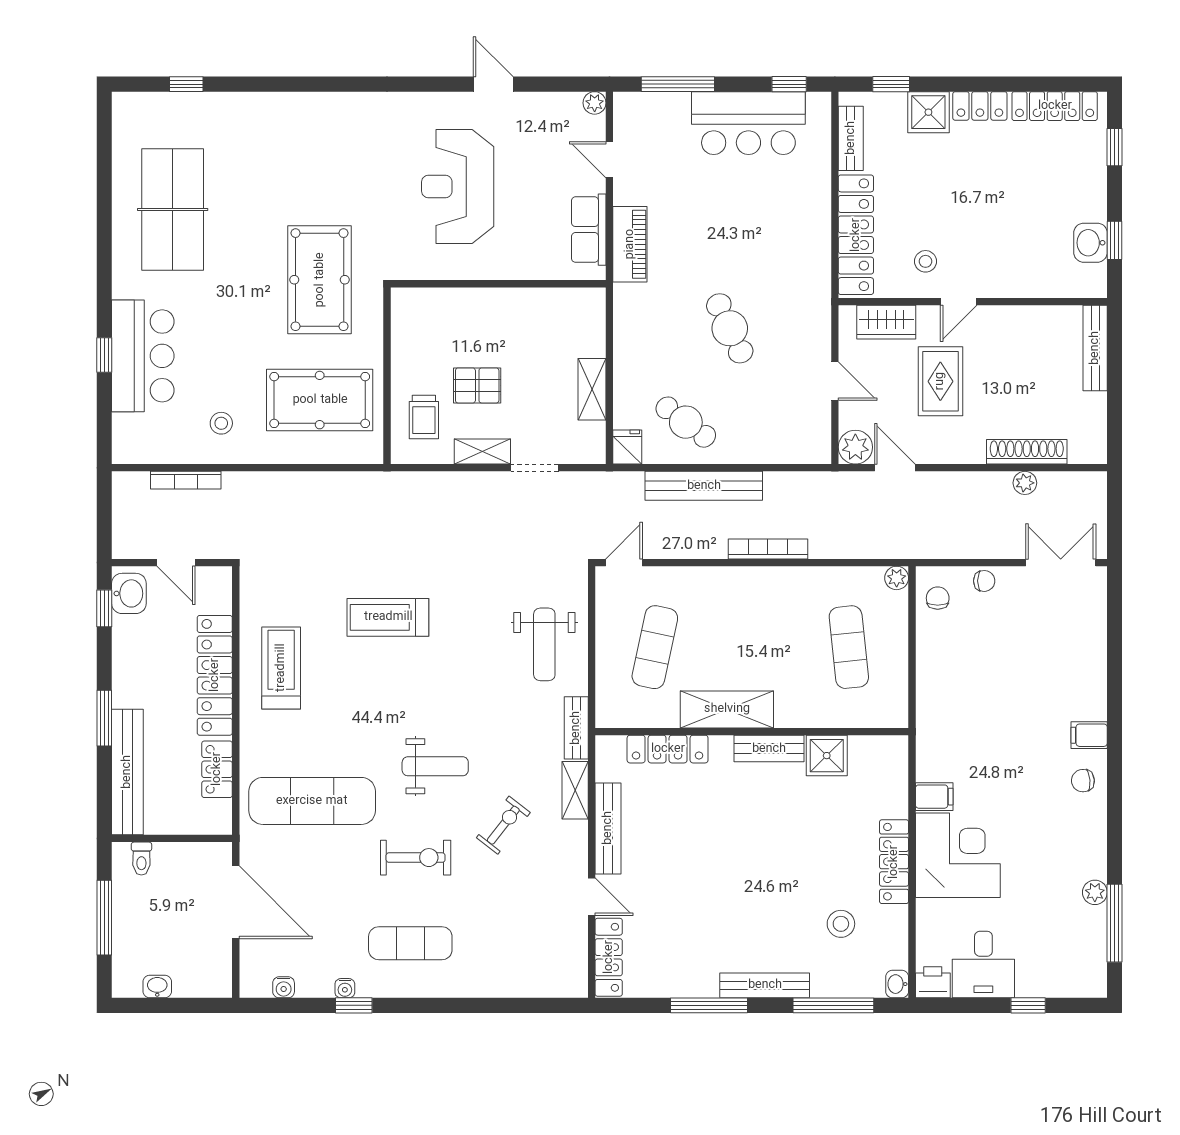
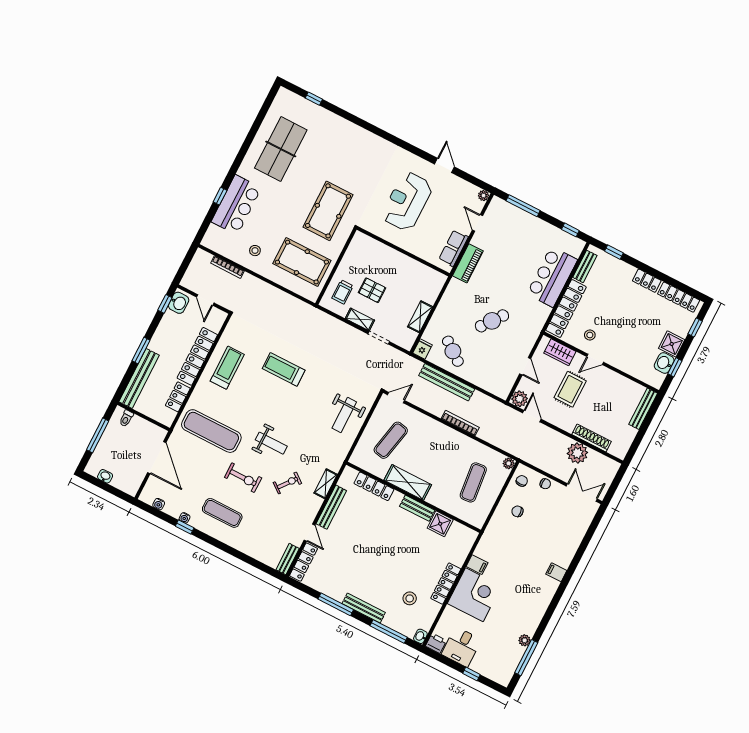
shower: (928, 112) -> (672, 344), moved
bar counter: (748, 123) -> (552, 277), moved, turned 90
cafe table: (730, 328) -> (492, 321), turned 62
plant: (1025, 483) -> (577, 453), width x1.87, depth x1.87
bench: (576, 728) -> (288, 559), moved
chair: (1083, 781) -> (517, 511), moved

